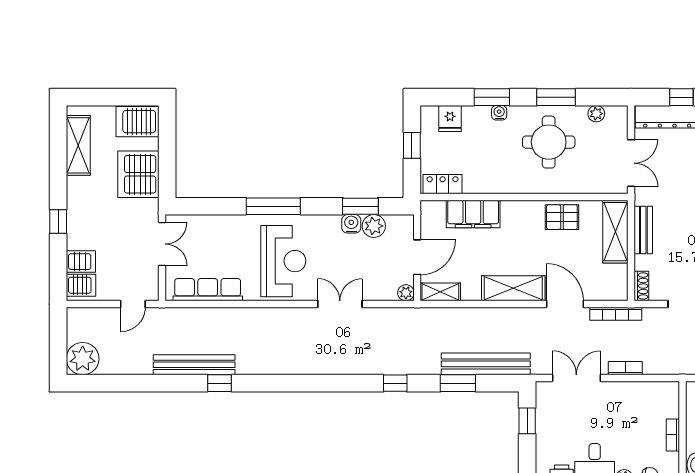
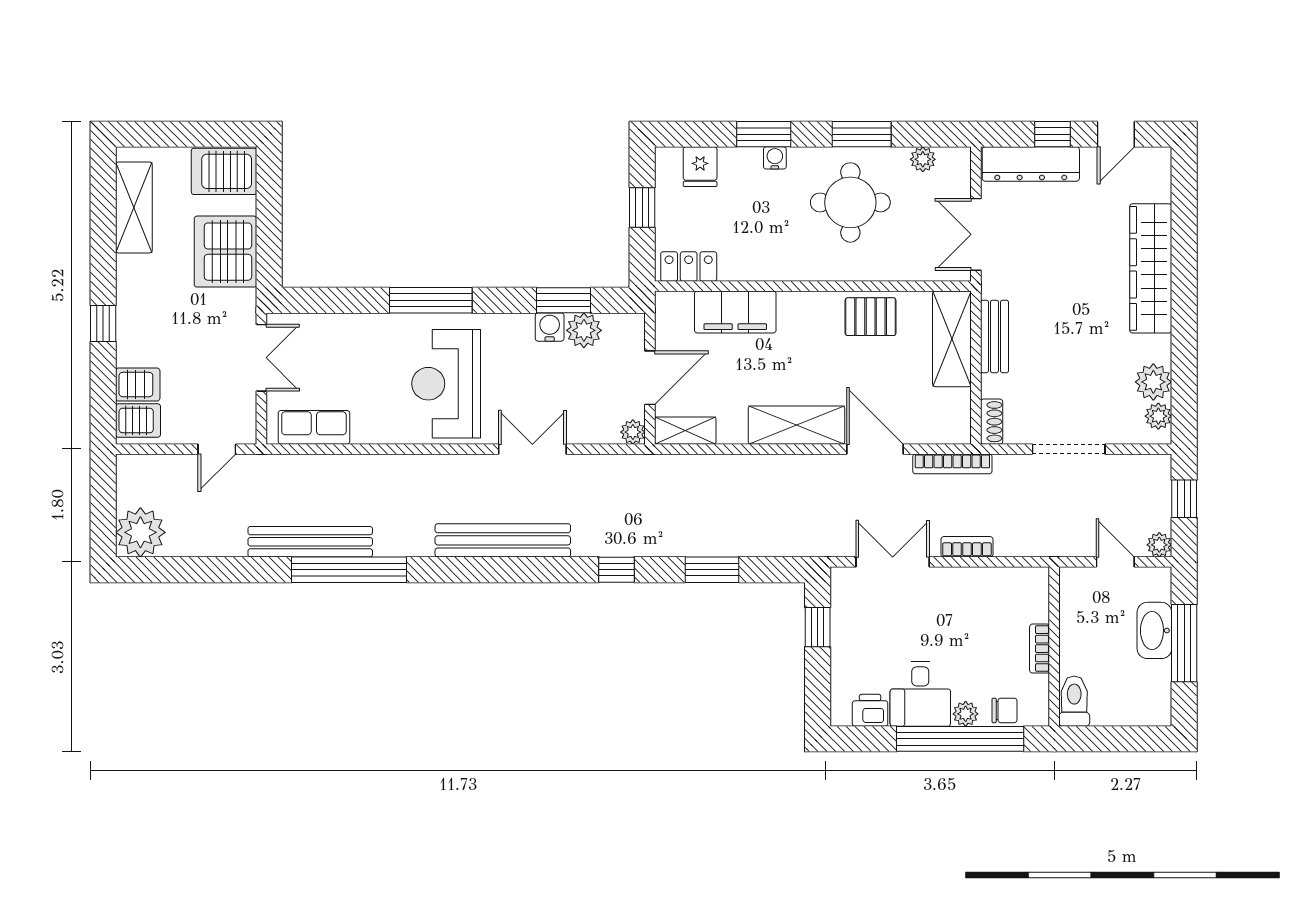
double door: (631, 163) -> (976, 234), swing flipped
reception desk: (283, 261) -> (446, 384), turned 180
row of seats: (208, 290) -> (314, 427), width x0.68
bench: (486, 364) -> (503, 540), moved
window: (220, 383) -> (349, 570), width x3.17

